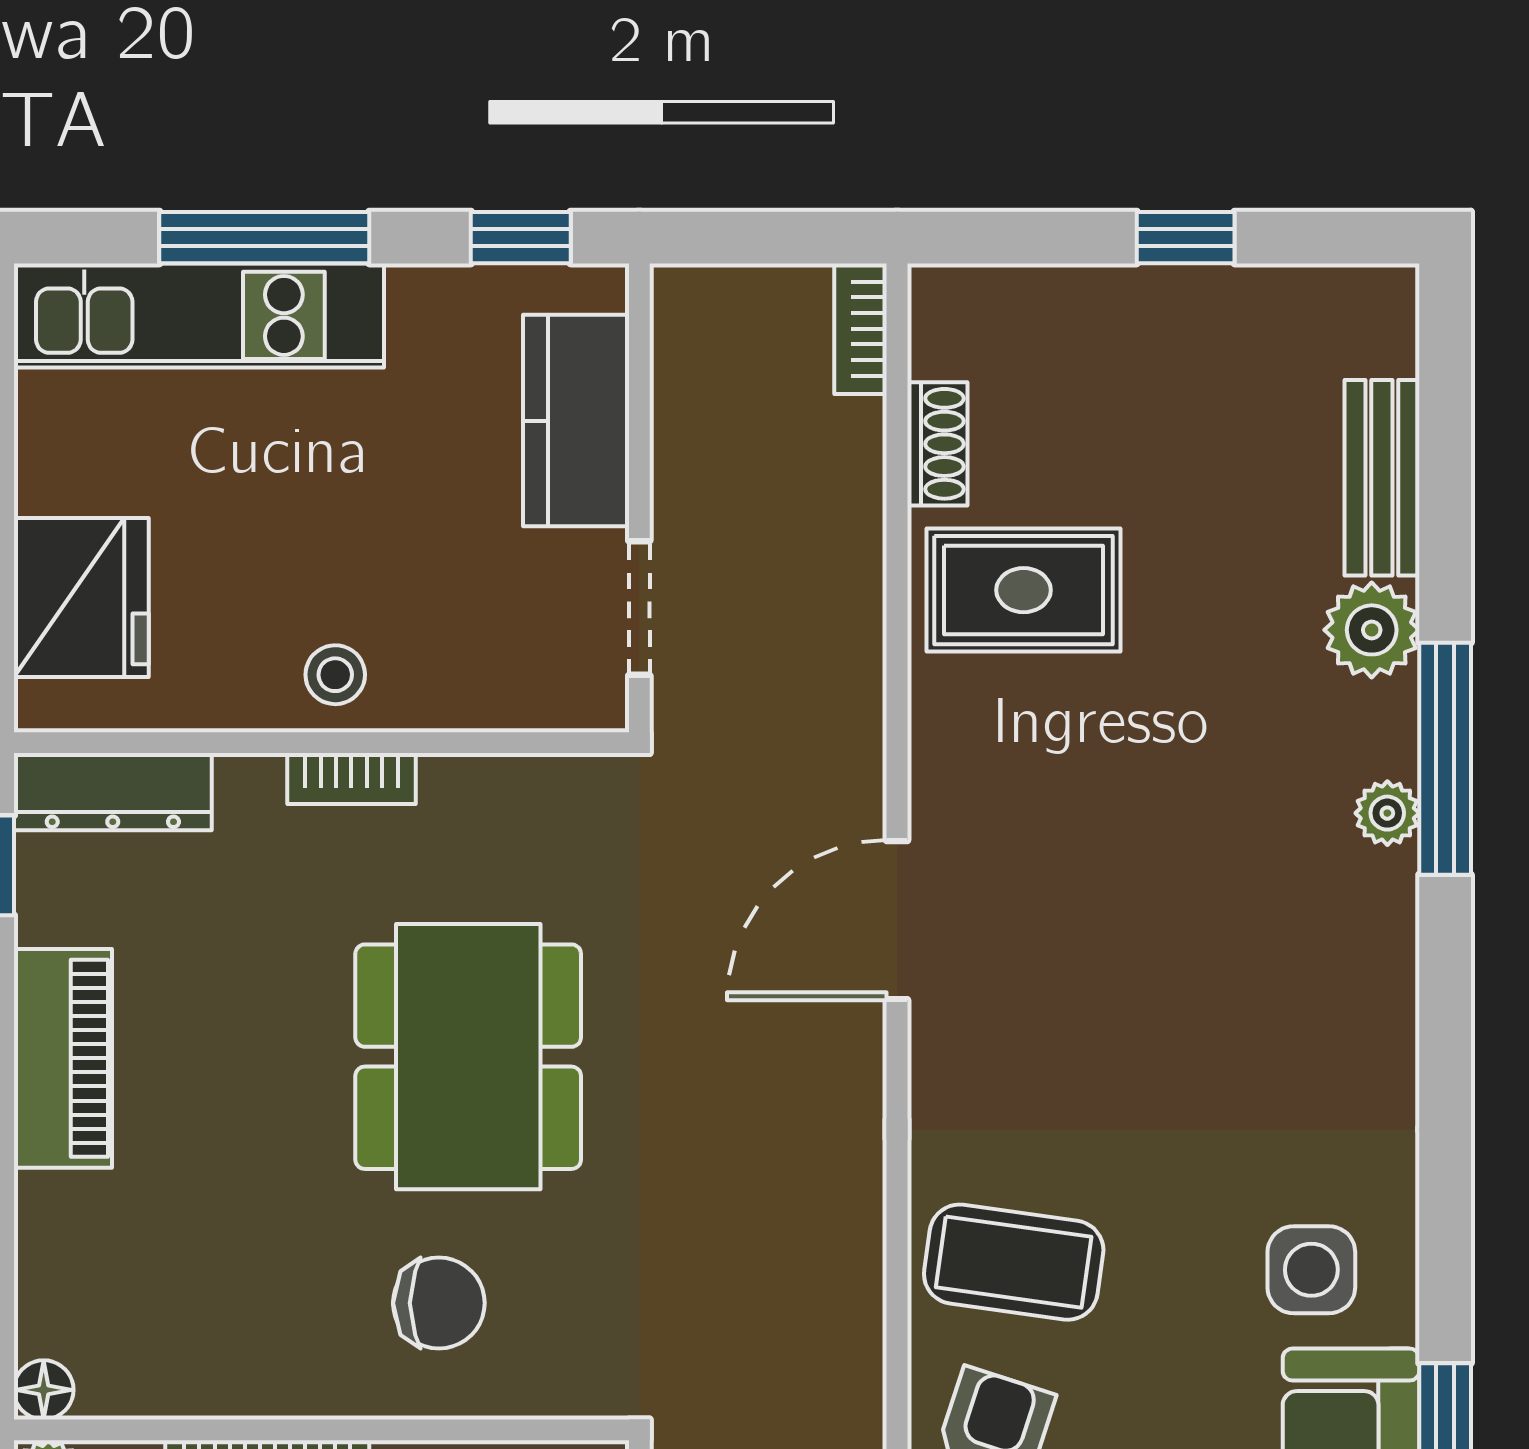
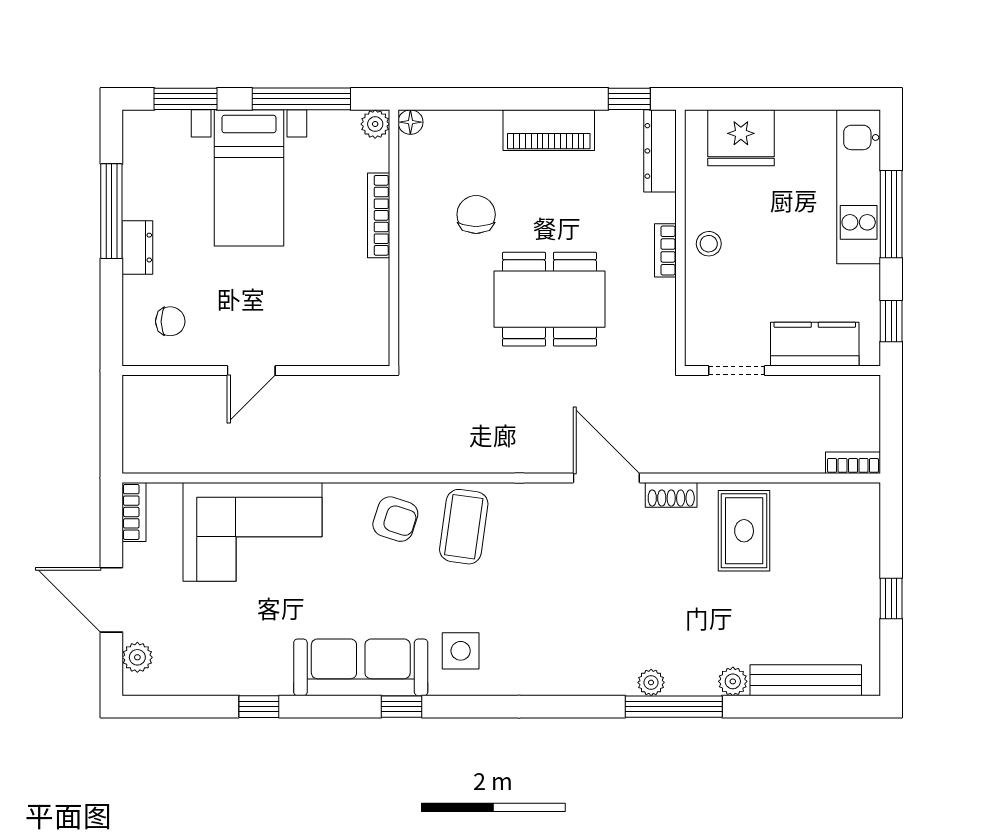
shoe rack: (937, 444) -> (671, 495), moved
bench: (1382, 478) -> (806, 680), width x1.36
plant: (1372, 630) -> (733, 681), width x0.73, depth x0.73
chair: (439, 1303) -> (476, 215), moved, turned 180

